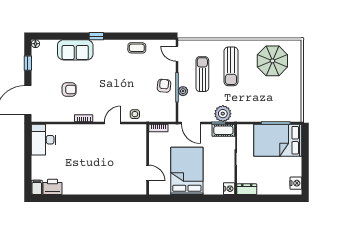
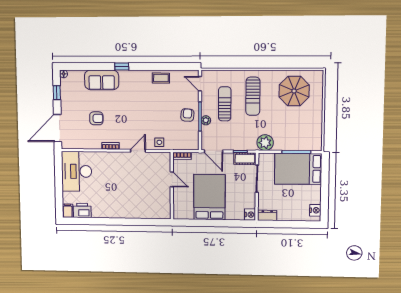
plant: (223, 114) -> (265, 143), moved
desk: (44, 140) -> (77, 171), width x1.36, depth x1.30
door: (148, 173) -> (172, 179), moved

